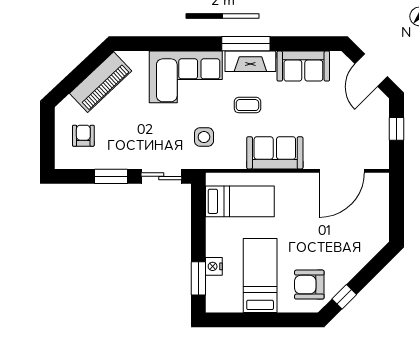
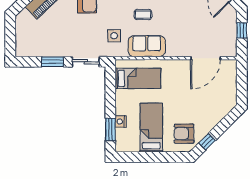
armchair: (83, 136) -> (34, 35), removed
sofa: (275, 153) -> (147, 46), moved

